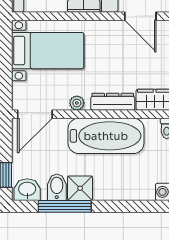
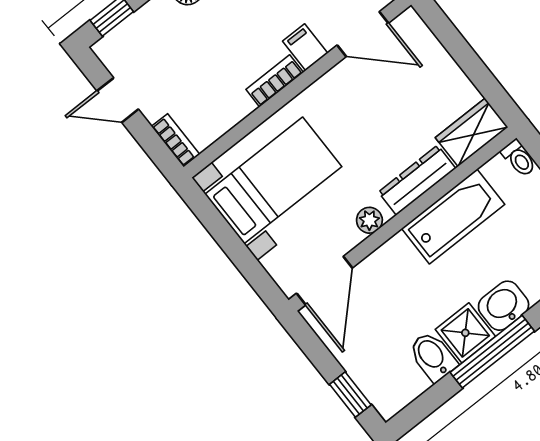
bathtub: (106, 136) -> (453, 216), width x0.73, depth x0.73
washbasin: (27, 190) -> (504, 306), moved
window: (65, 206) -> (492, 352), moved

